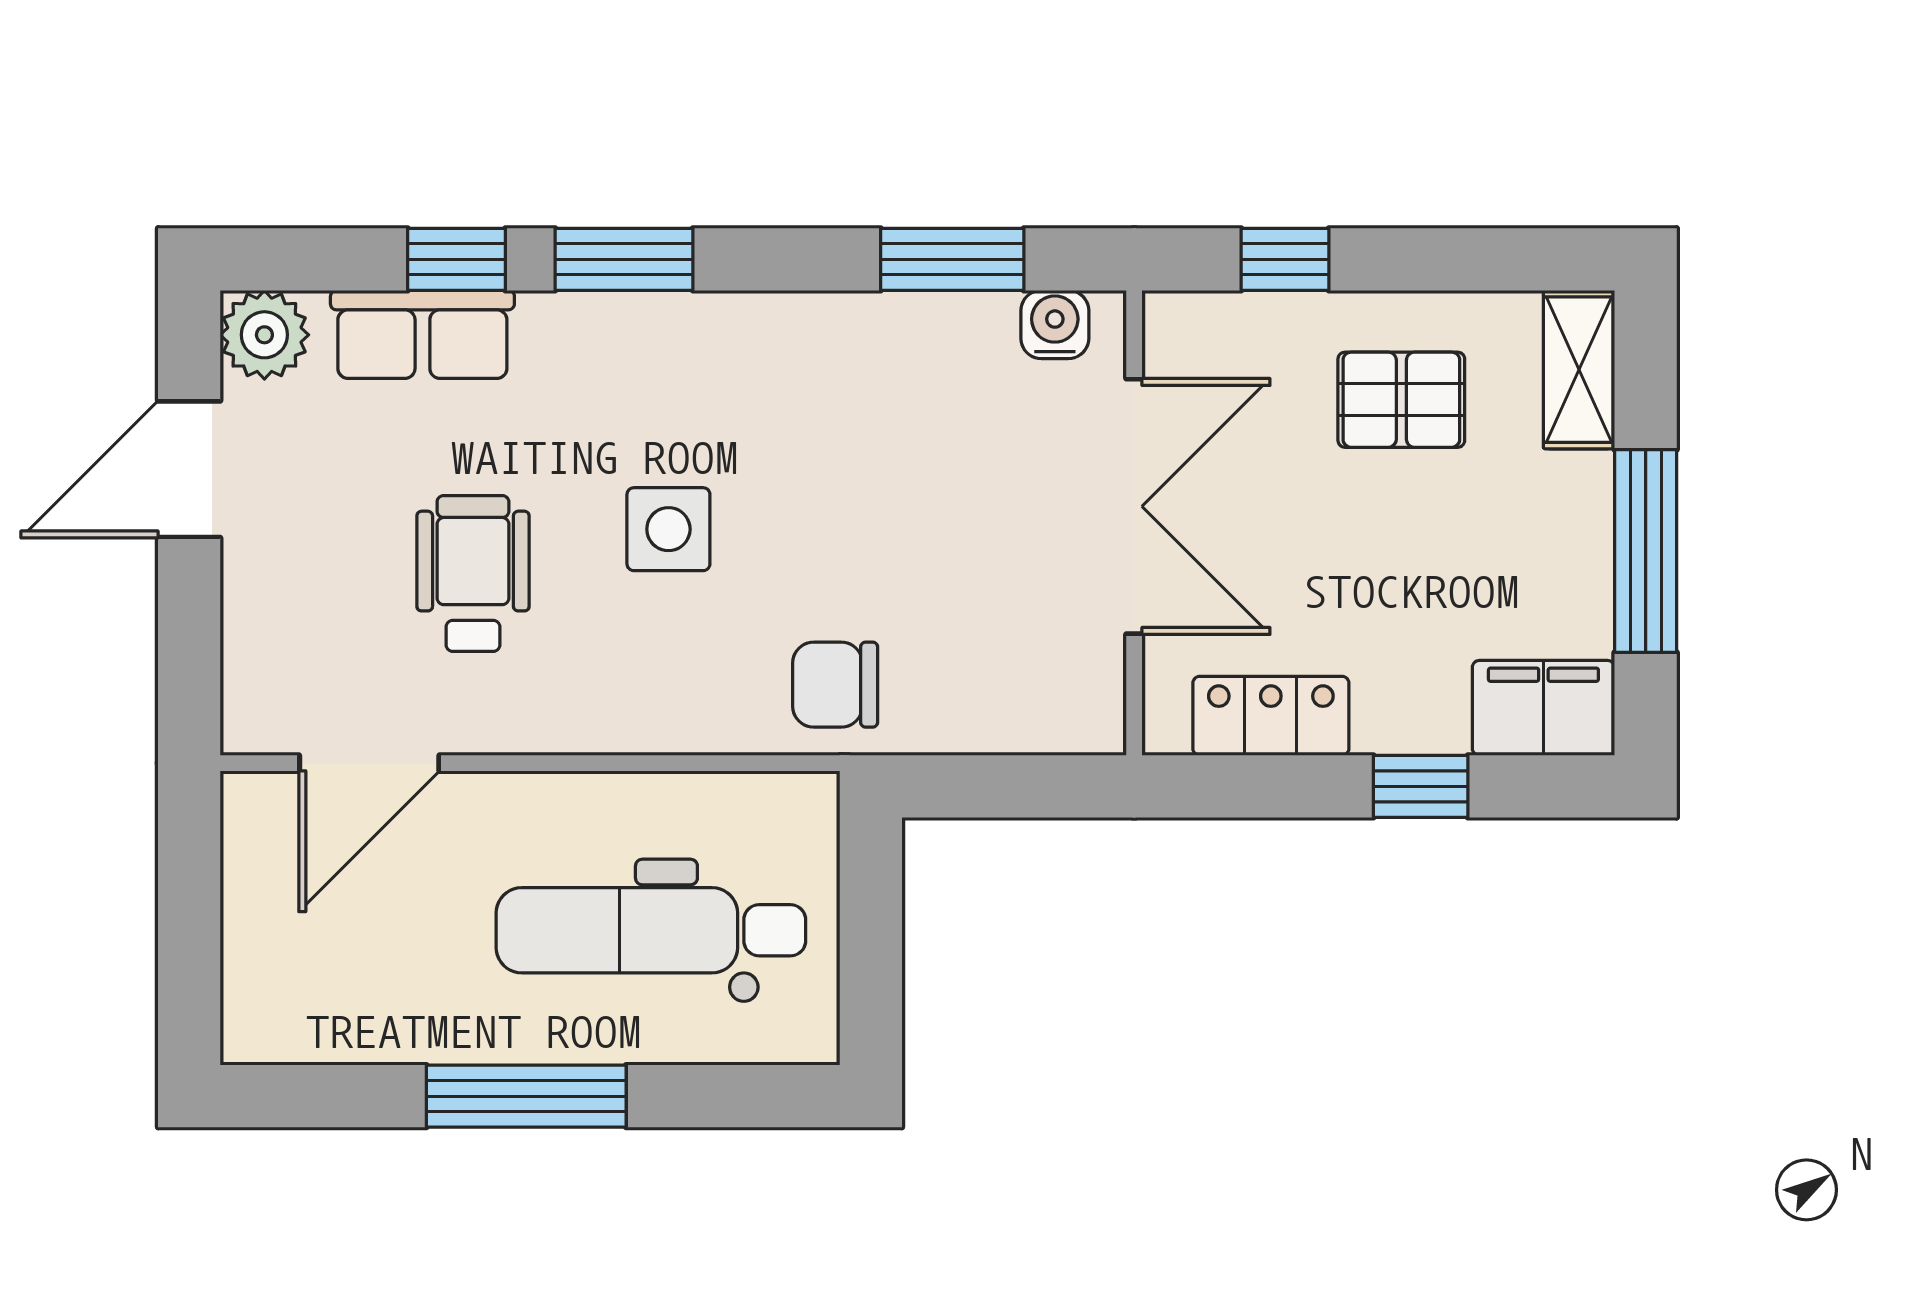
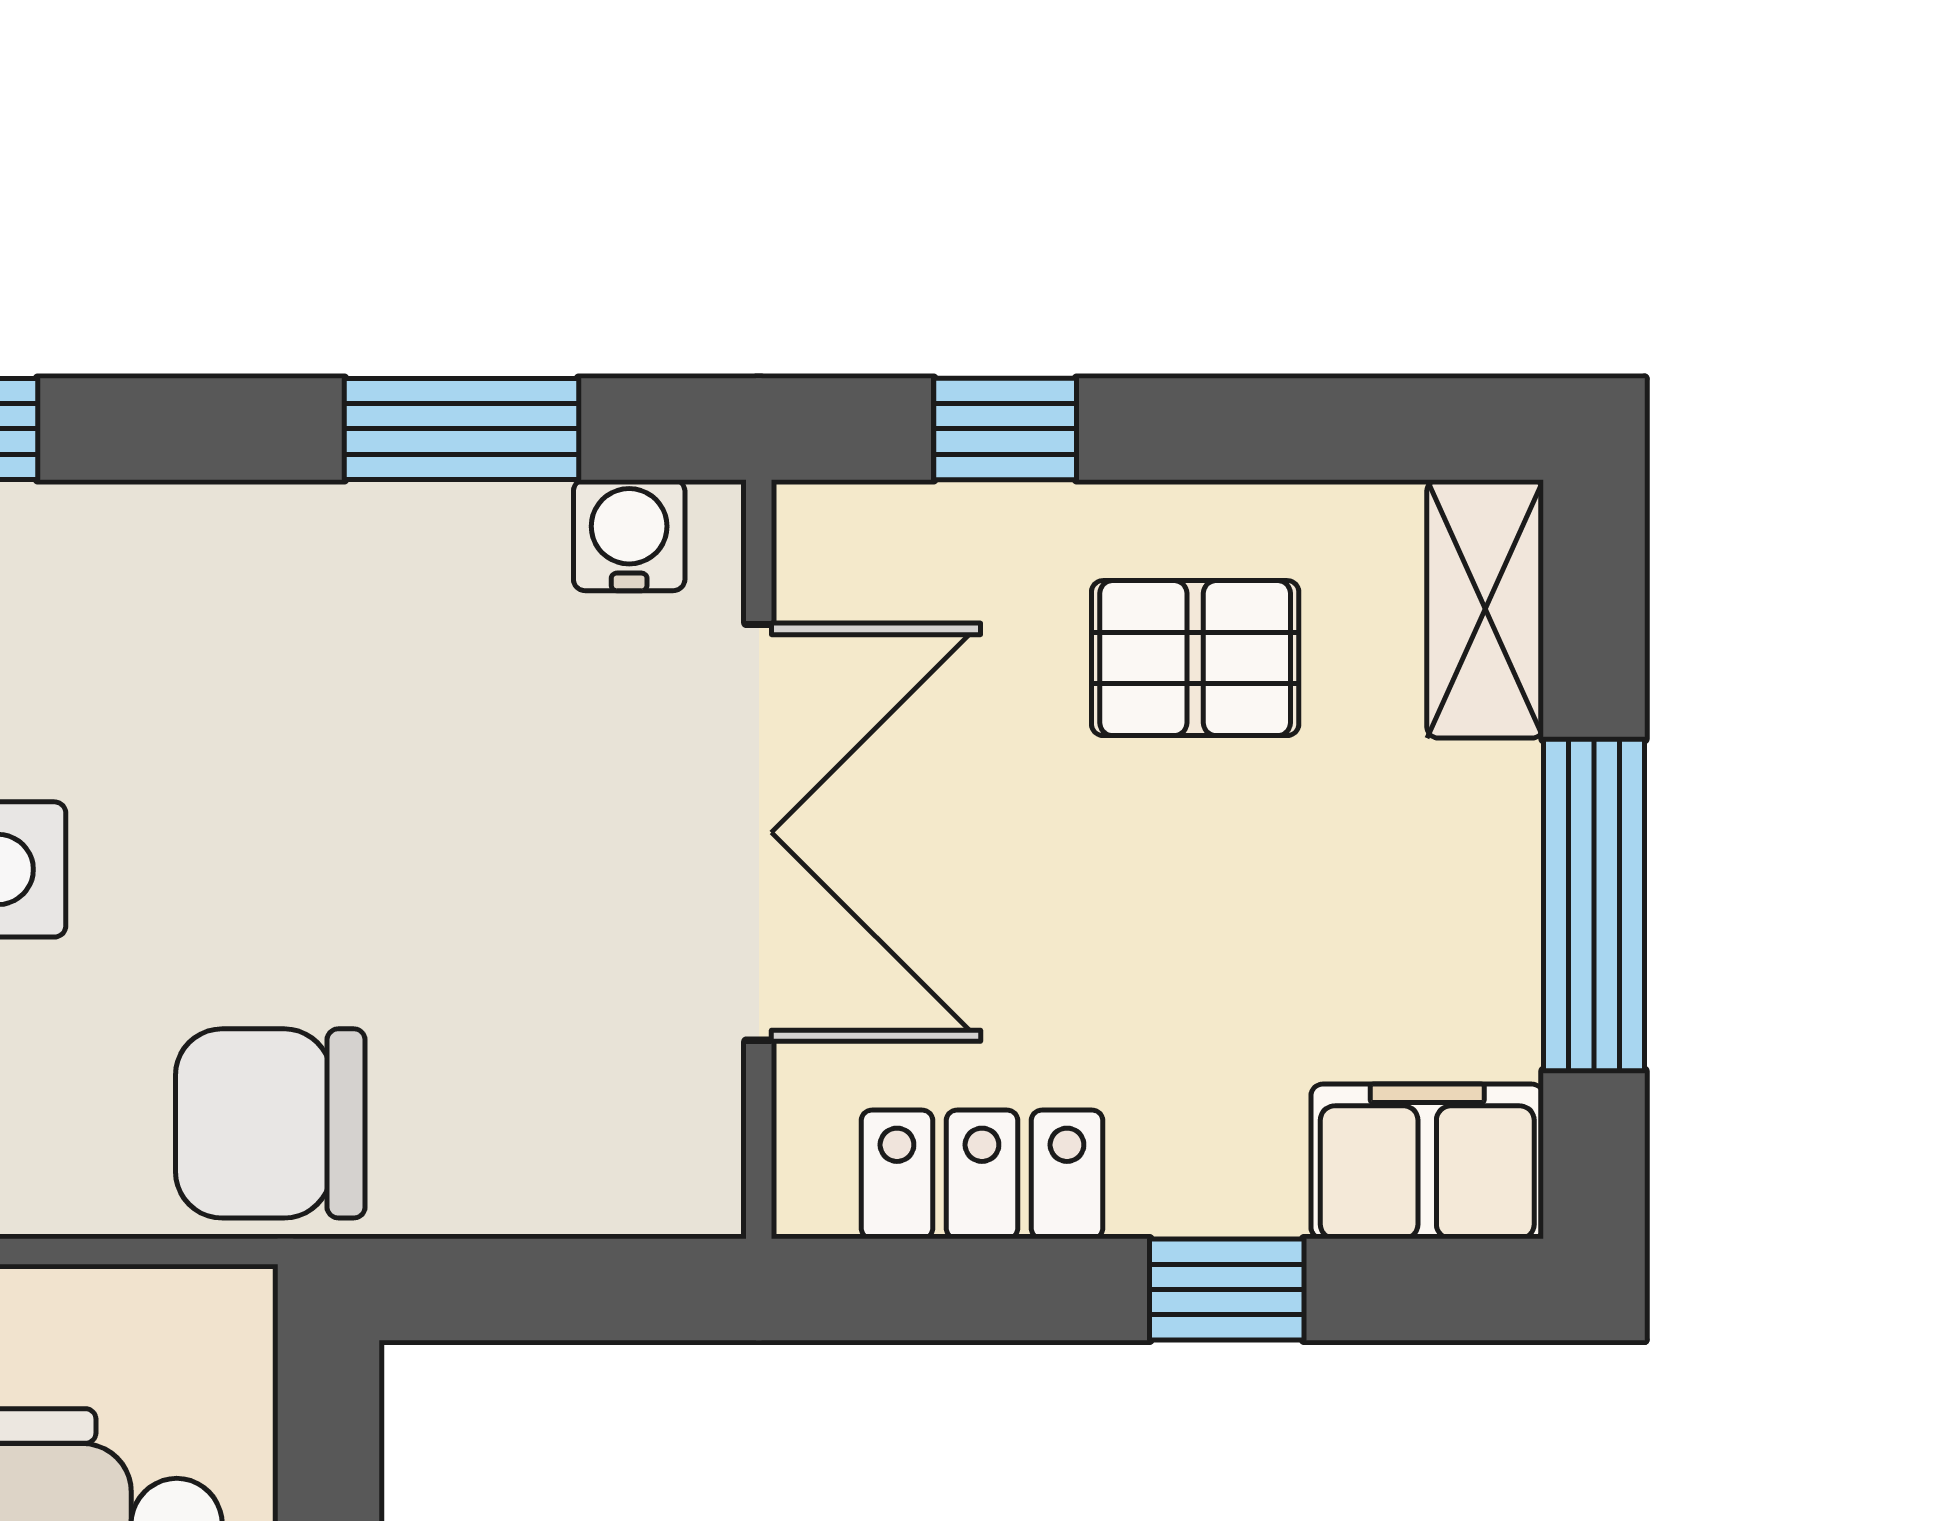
chair: (835, 685) -> (270, 1123), width x1.37, depth x1.37

